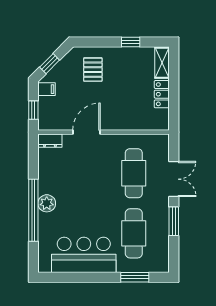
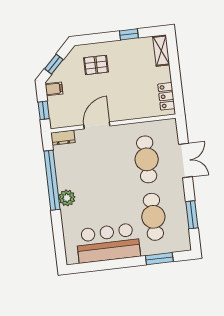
pallet: (93, 70) -> (96, 65), turned 90
locker: (162, 94) -> (166, 96), moved
window: (33, 210) -> (52, 180), moved
window: (174, 221) -> (192, 215), moved

